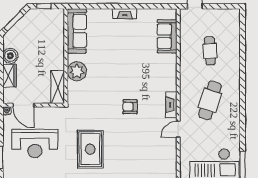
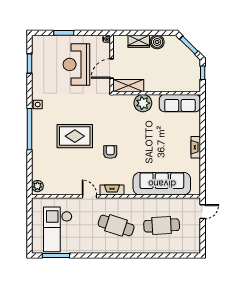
sofa: (167, 36) -> (162, 184), width x1.85, depth x1.27
cafe table: (210, 51) -> (162, 225), width x1.37, depth x1.35
door: (23, 105) -> (112, 69), moved
rug: (90, 149) -> (75, 136), moved

